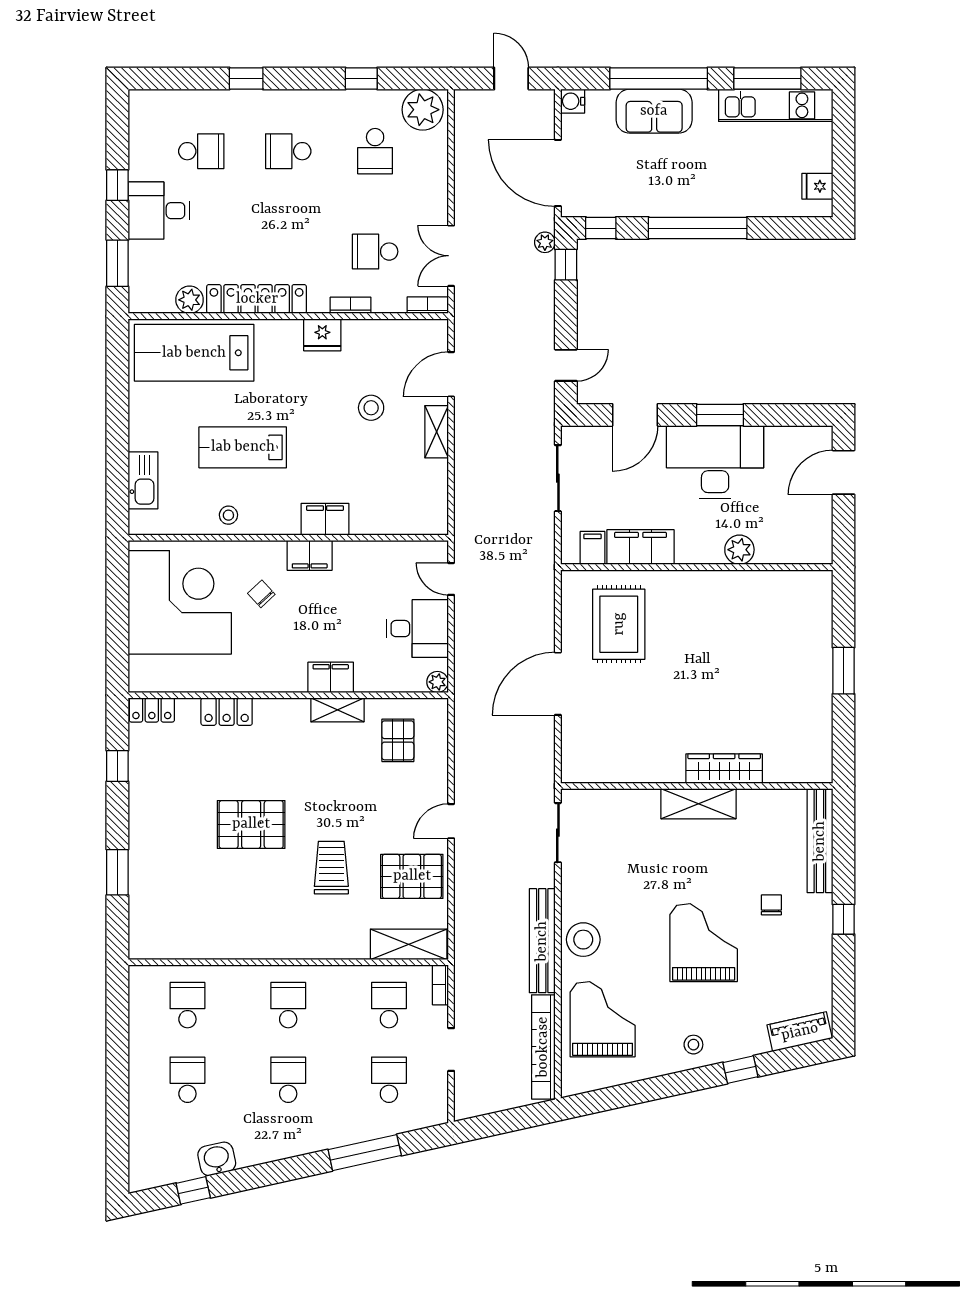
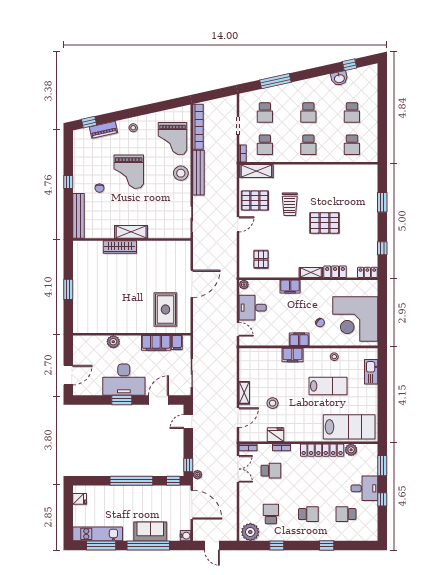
fridge: (322, 335) -> (275, 435), moved
shelving: (337, 710) -> (311, 272), moved
piano: (800, 1032) -> (103, 130), moved
window: (740, 1070) -> (89, 122), moved

